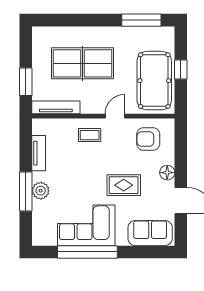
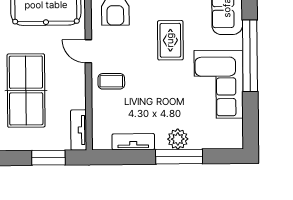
tv unit: (56, 107) -> (79, 130), width x0.71
coffee table: (90, 135) -> (111, 81), turned 90
window: (87, 252) -> (250, 56), moved

